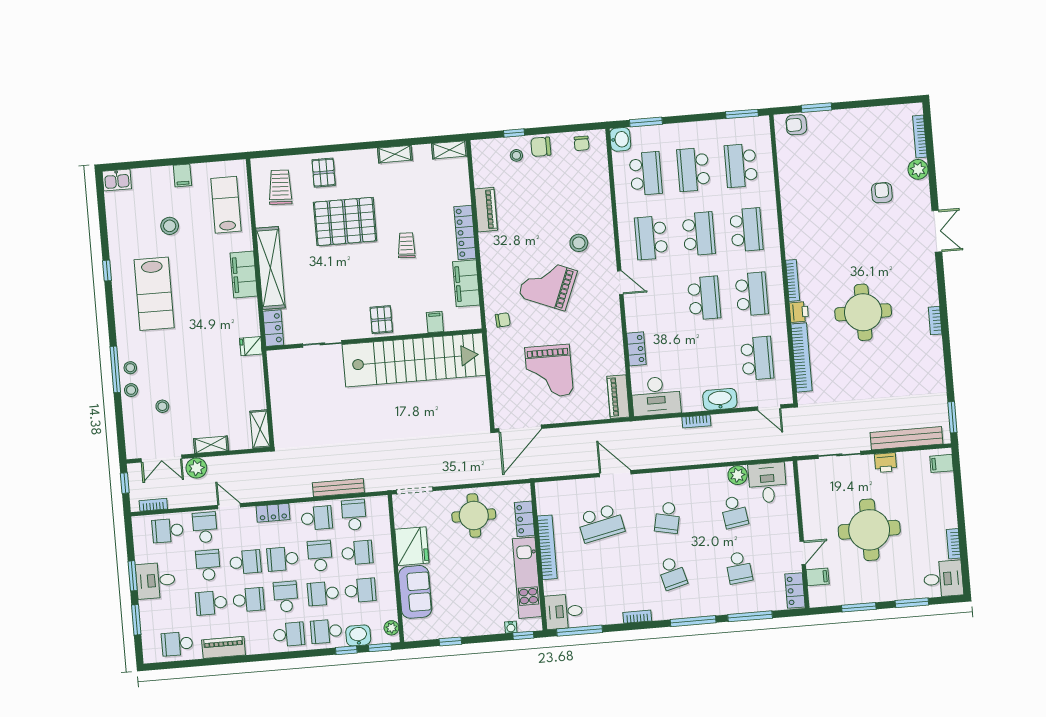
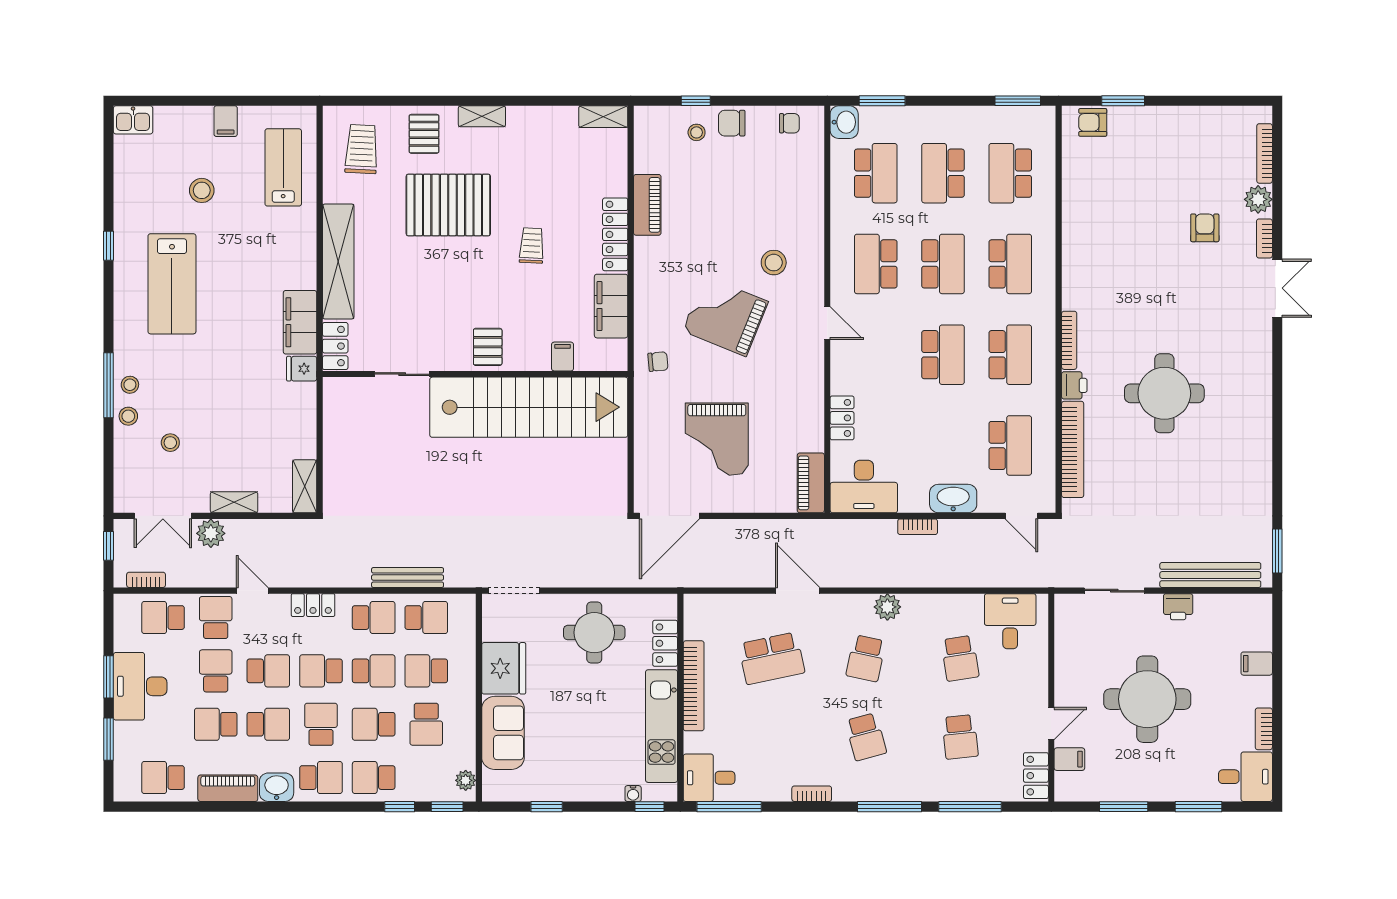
chair: (582, 143) -> (789, 123), turned -90
shelving: (395, 154) -> (482, 116), moved
filing cabinet: (244, 274) -> (300, 322), moved
bookcase: (935, 321) -> (1264, 238), moved
filing cabinet: (942, 463) -> (1257, 664), moved
plant: (738, 475) -> (887, 607), moved
school desk: (354, 515) -> (426, 618), turned 90
school desk: (357, 553) -> (426, 671), turned 180
school desk: (320, 556) -> (374, 671), turned 90
desk: (156, 581) -> (140, 686), width x1.37
school desk: (360, 590) -> (426, 724), turned 90
washbasin: (358, 635) -> (277, 787), moved

